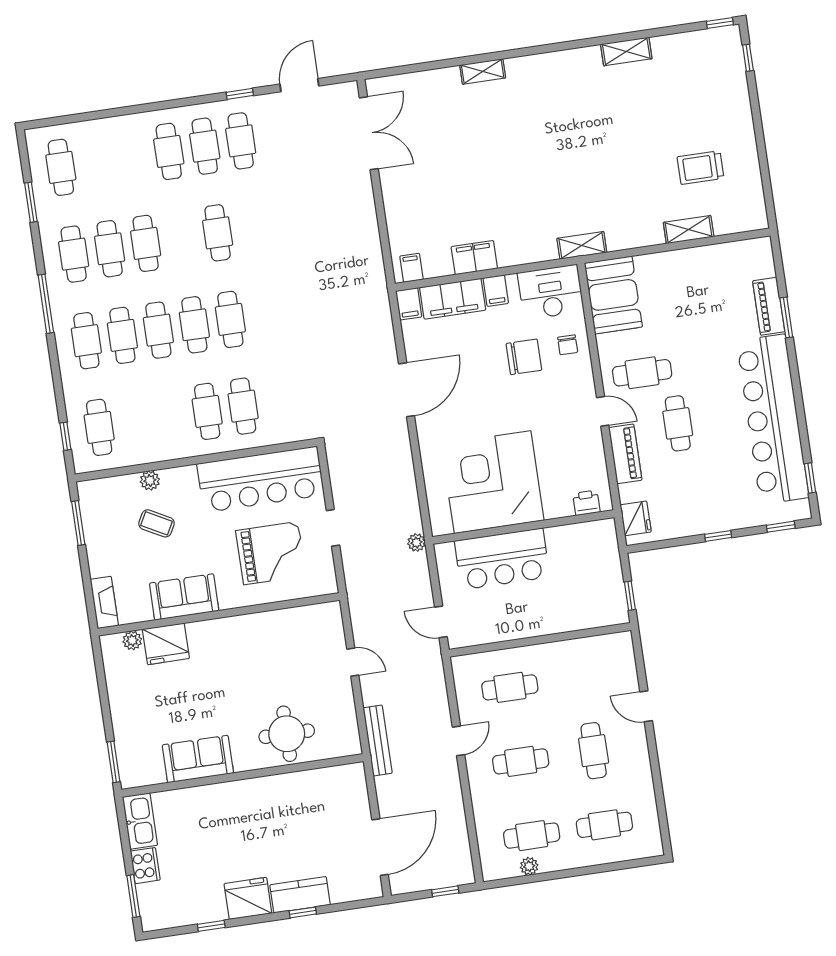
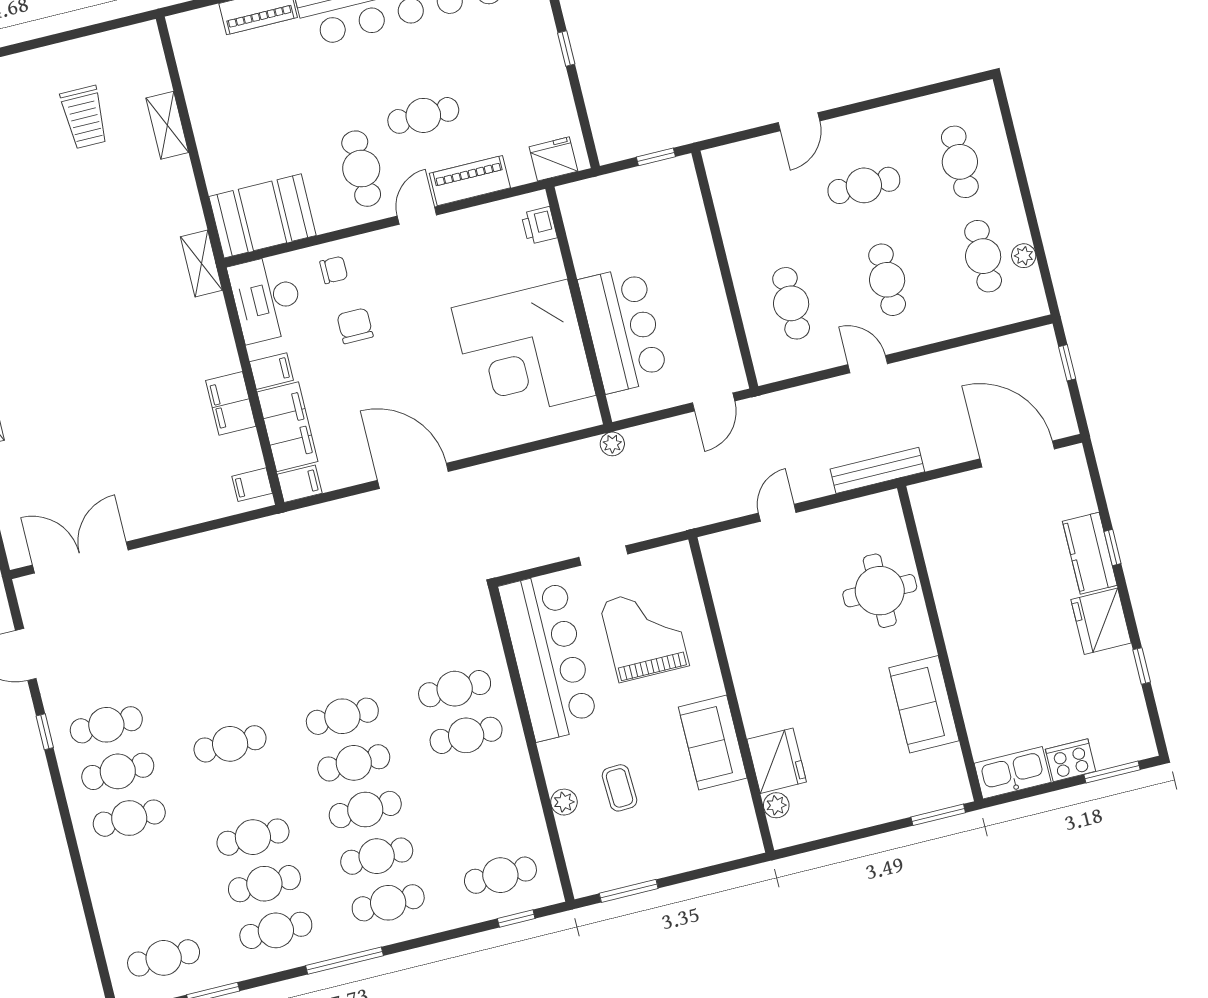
chair: (524, 357) -> (355, 326), width x0.73, depth x0.73
coffee table: (156, 523) -> (619, 788), turned -30
fireplace: (104, 602) -> (730, 847), removed

